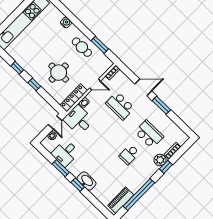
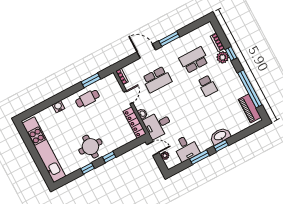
round table: (59, 73) -> (90, 147), moved
door: (143, 87) -> (146, 51), hinge flipped

